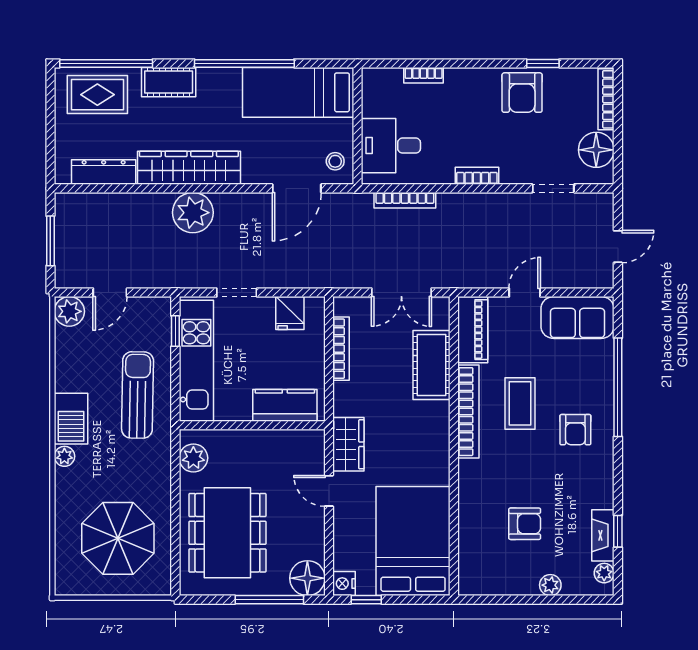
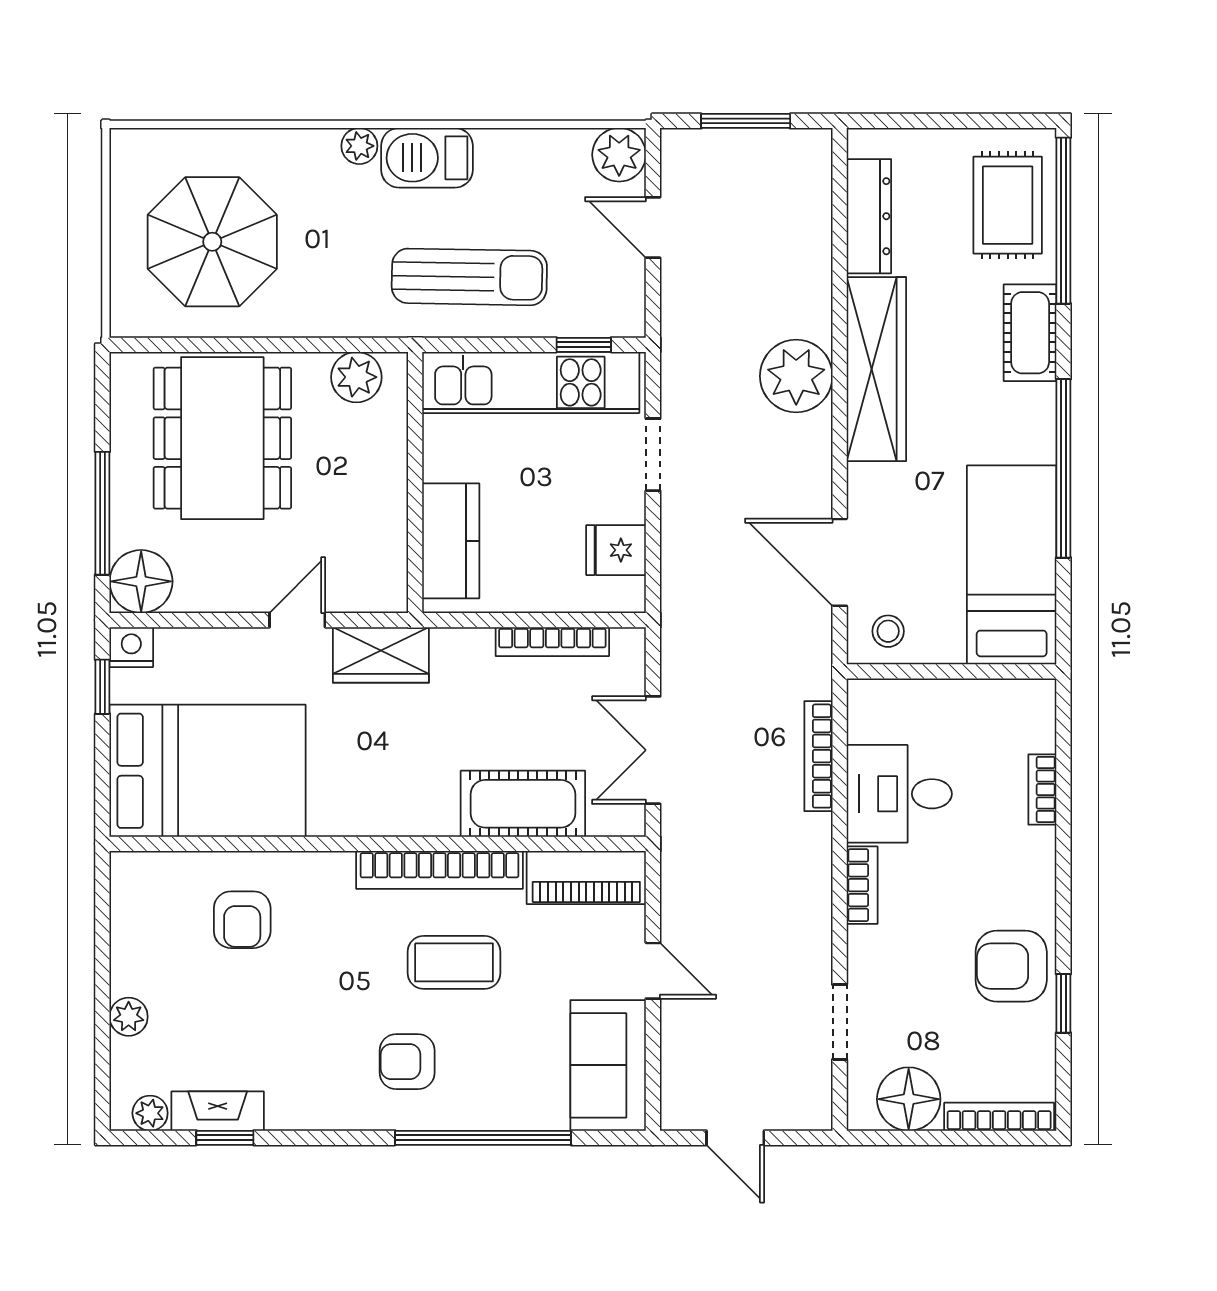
desk: (391, 146) -> (899, 794), moved, turned -90
armchair: (525, 524) -> (242, 920), moved
dining table: (227, 533) -> (222, 438), turned 90

